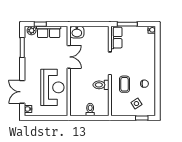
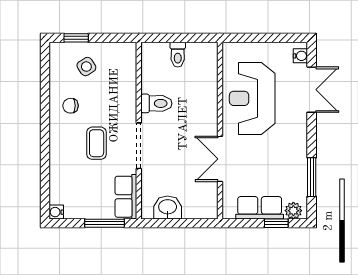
washbasin: (77, 32) -> (168, 207), moved
coffee table: (125, 84) -> (97, 143), moved

